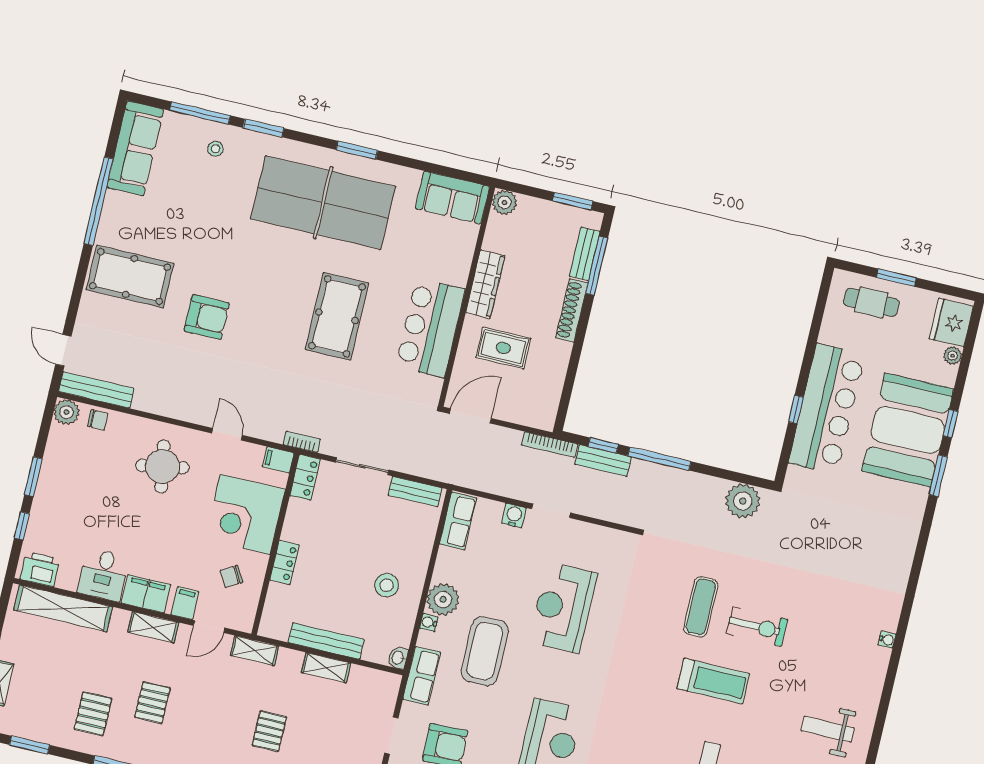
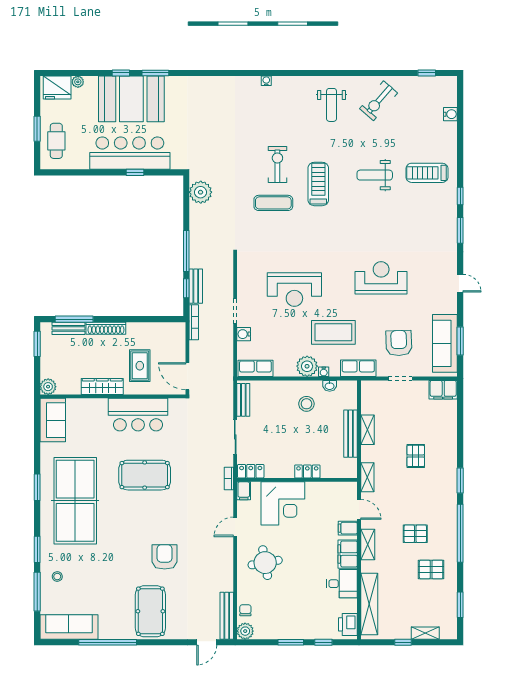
chair: (231, 576) -> (324, 503), removed
washbasin: (398, 658) -> (330, 386), moved
pallet: (269, 731) -> (416, 456), turned 90

